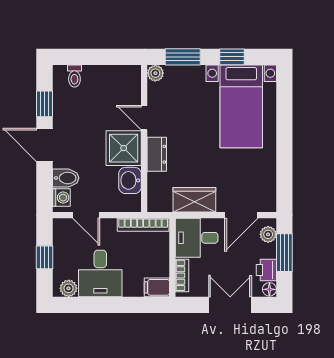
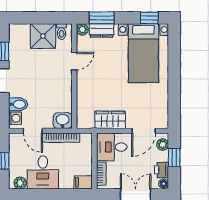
window: (232, 57) -> (149, 18), moved
toilet: (74, 76) -> (62, 32), moved
door: (144, 118) -> (74, 61), swing flipped
shower: (124, 148) -> (43, 36), moved
dresser: (157, 154) -> (101, 30), moved, turned 90
washbasin: (130, 180) -> (63, 121), moved, turned 90
bookcase: (143, 225) -> (61, 138), moved
window: (284, 253) -> (174, 158), width x0.67

